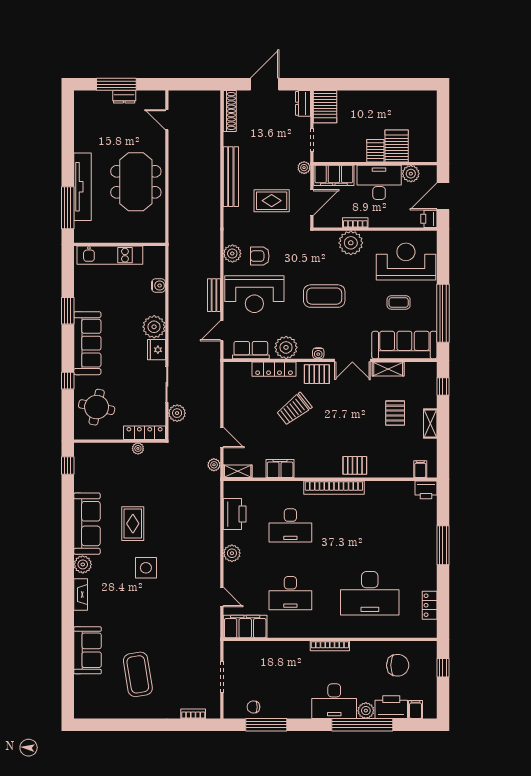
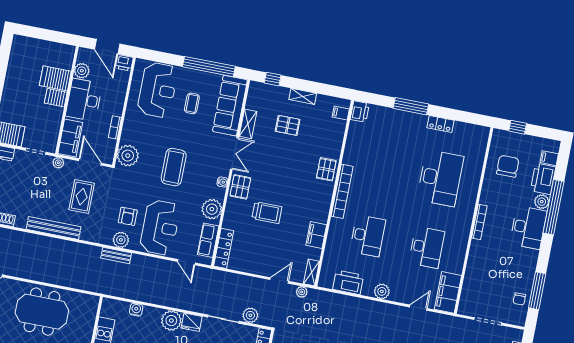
plant: (351, 243) -> (128, 156), moved
reception desk: (406, 262) -> (158, 90), turned 180
bench: (214, 295) -> (116, 255), moved
locker: (274, 369) -> (224, 248), moved
trolley: (294, 409) -> (267, 213), turned -52
locker: (430, 605) -> (440, 124), moved

